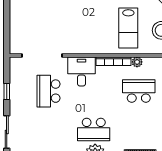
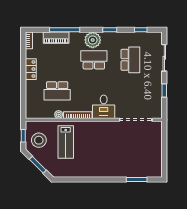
lab bench: (128, 28) -> (66, 142), turned 180
school desk: (49, 91) -> (130, 60), moved

